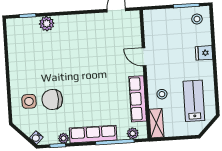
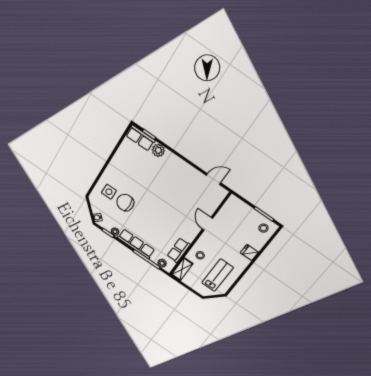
row of seats: (22, 25) -> (140, 138), added
row of seats: (138, 99) -> (179, 250), width x0.68

